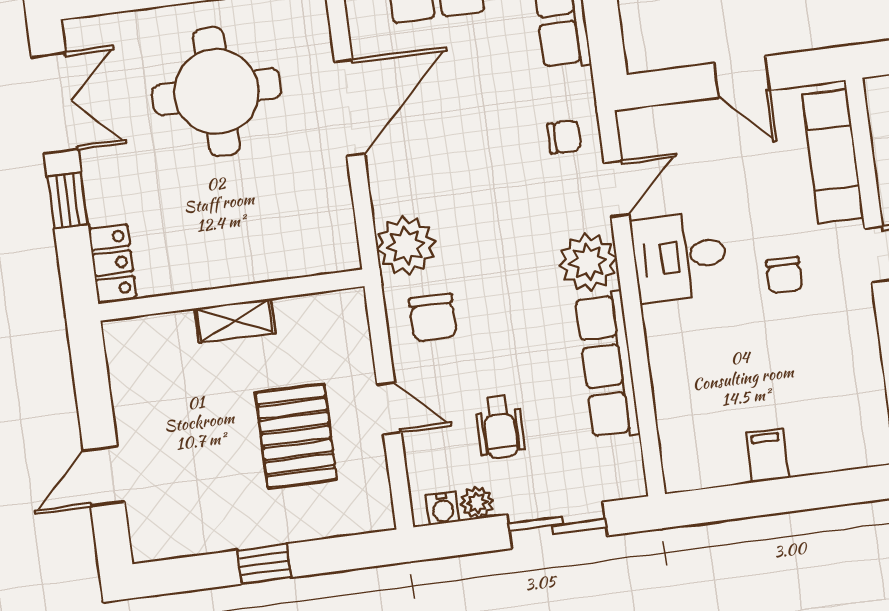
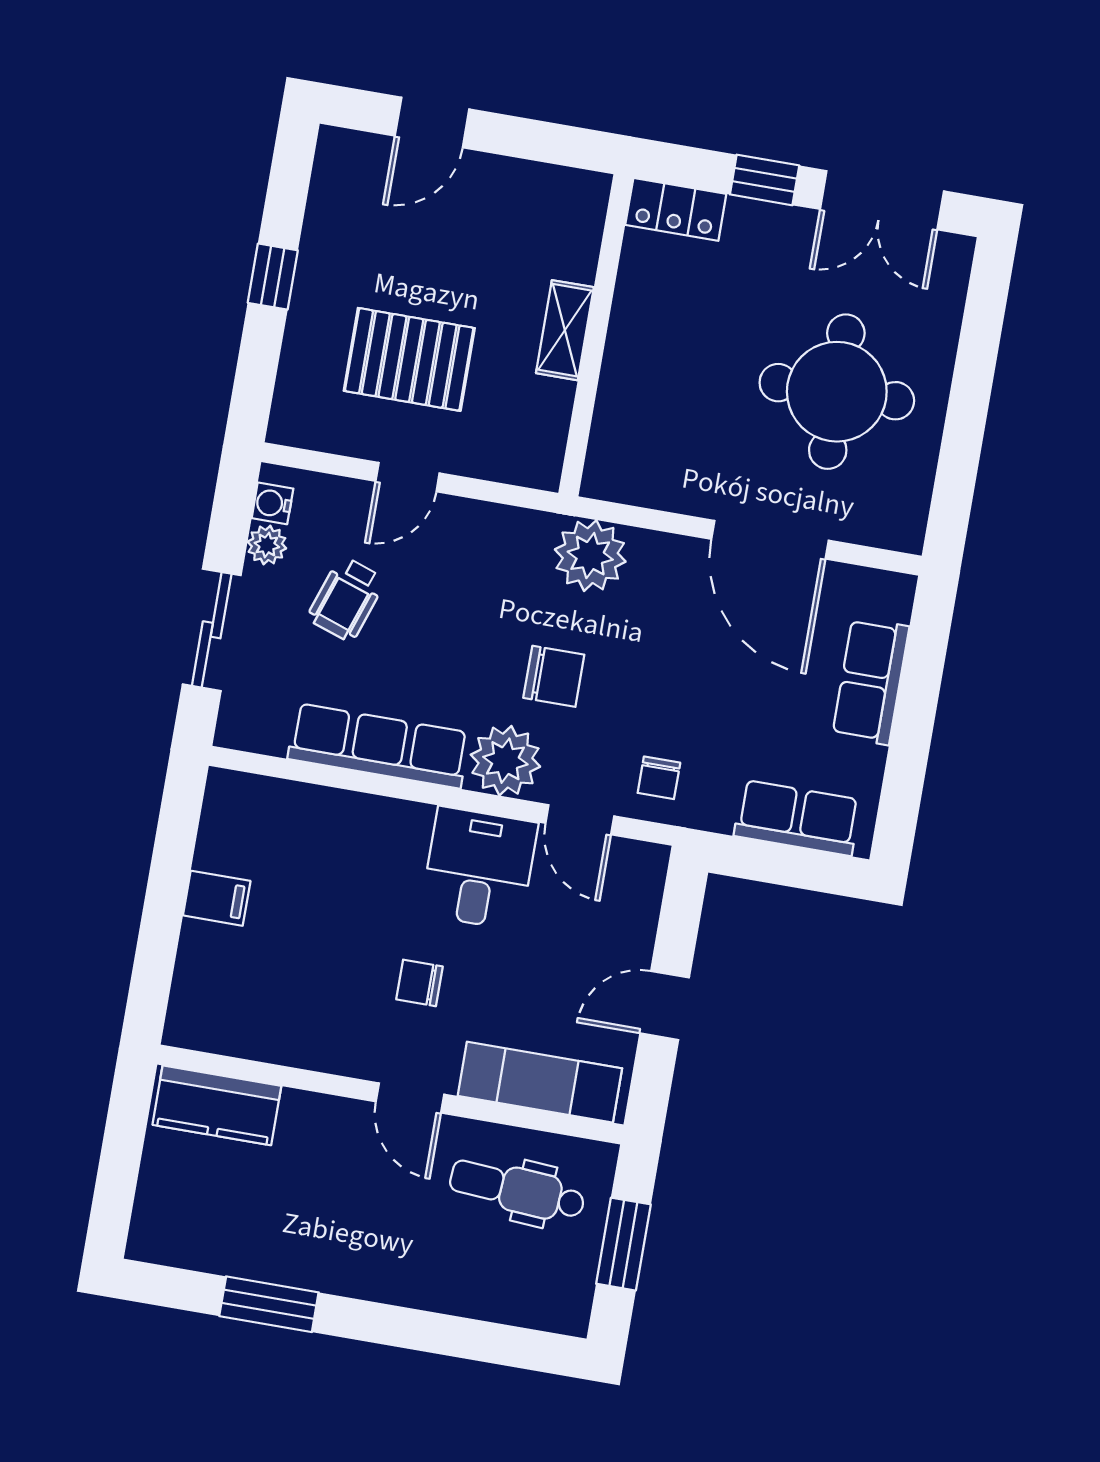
chair: (433, 318) -> (554, 676), moved, turned 180
wheelchair: (500, 427) -> (346, 599), turned -71
door: (104, 476) -> (432, 123), swing flipped

